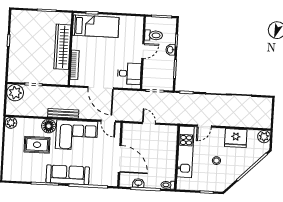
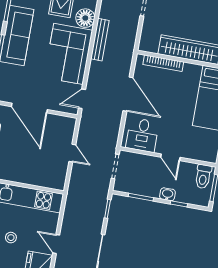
toilet: (154, 35) -> (203, 177), moved
door: (101, 88) -> (128, 94), swing flipped
door: (149, 123) -> (72, 153), hinge flipped
door: (204, 126) -> (56, 244), moved
door: (120, 159) -> (29, 108), hinge flipped

